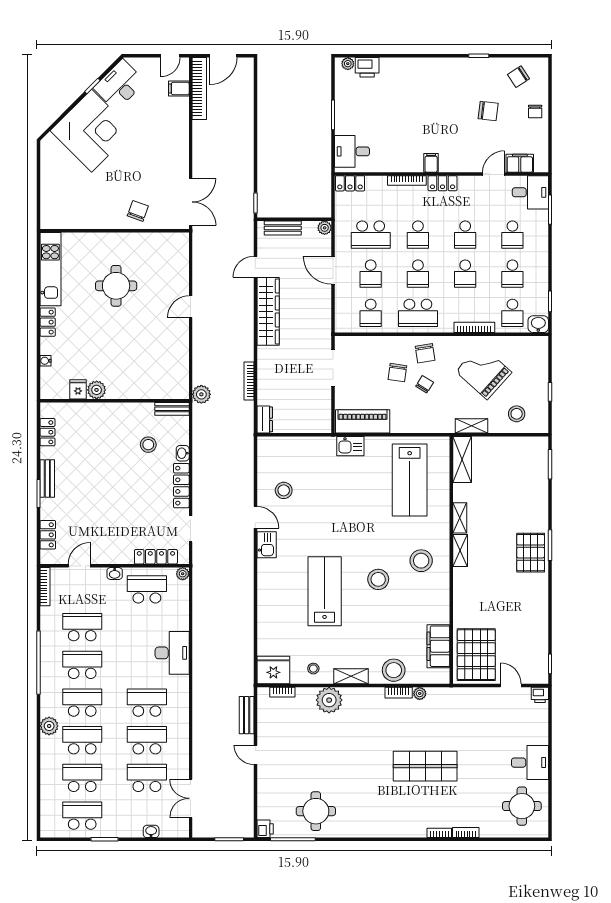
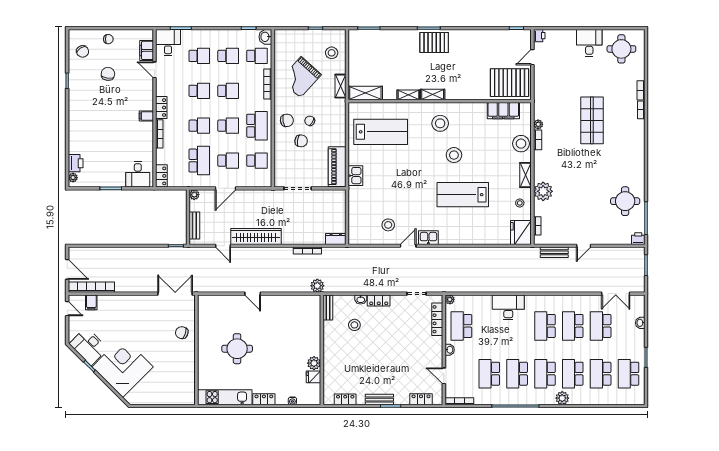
locker: (181, 486) -> (379, 300), width x0.66

